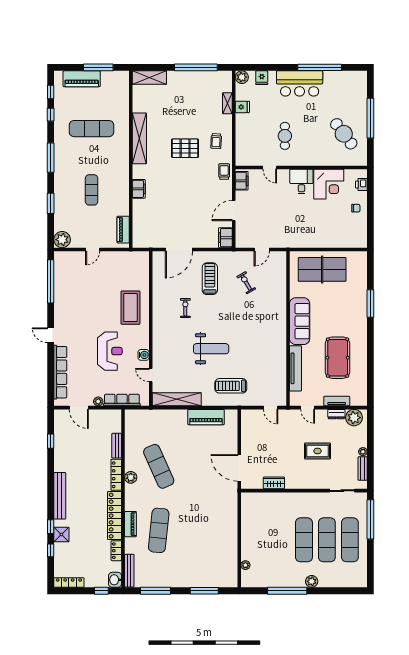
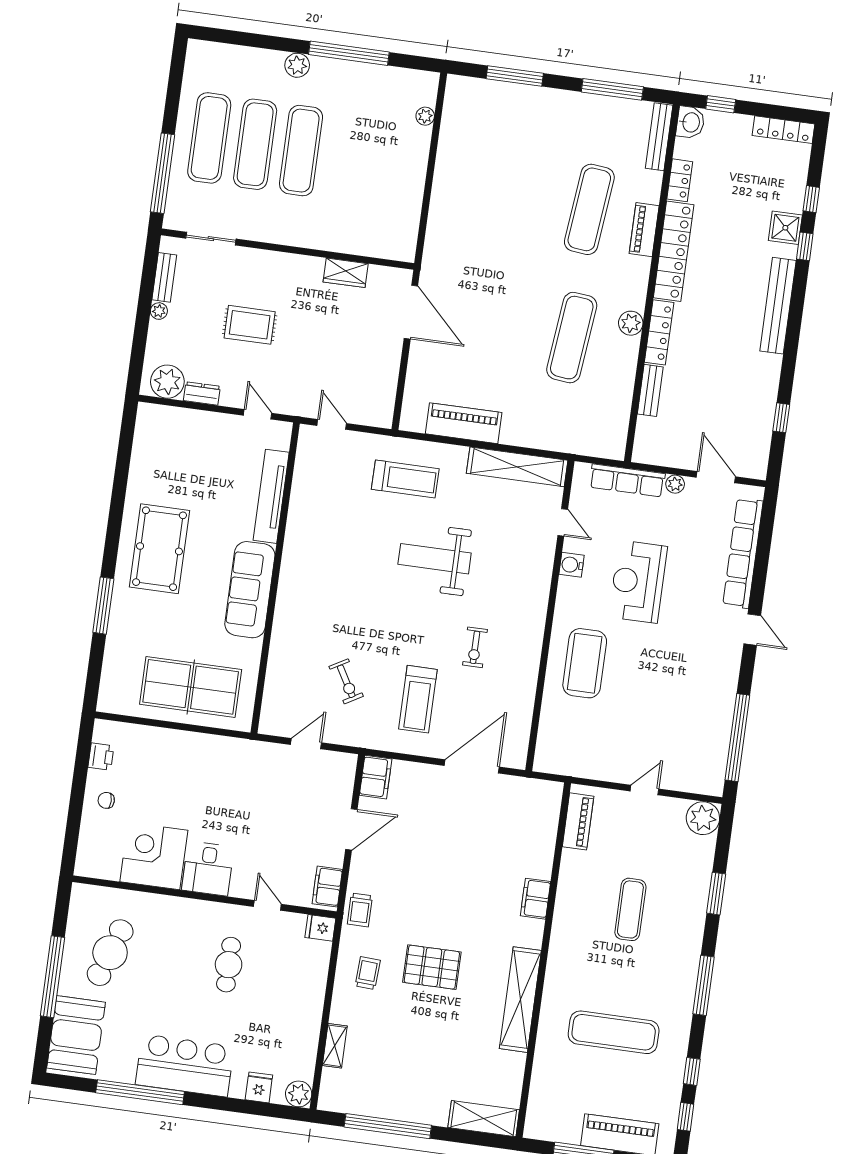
booth: (355, 91) -> (76, 1035), added
fridge: (242, 107) -> (320, 928), moved
cafe table: (344, 134) -> (110, 953), turned 56
printer: (361, 185) -> (101, 757), moved
pool table: (338, 358) -> (159, 549), moved
tv unit: (337, 401) -> (197, 419), removed
exercise mat: (159, 466) -> (572, 338), turned 30

